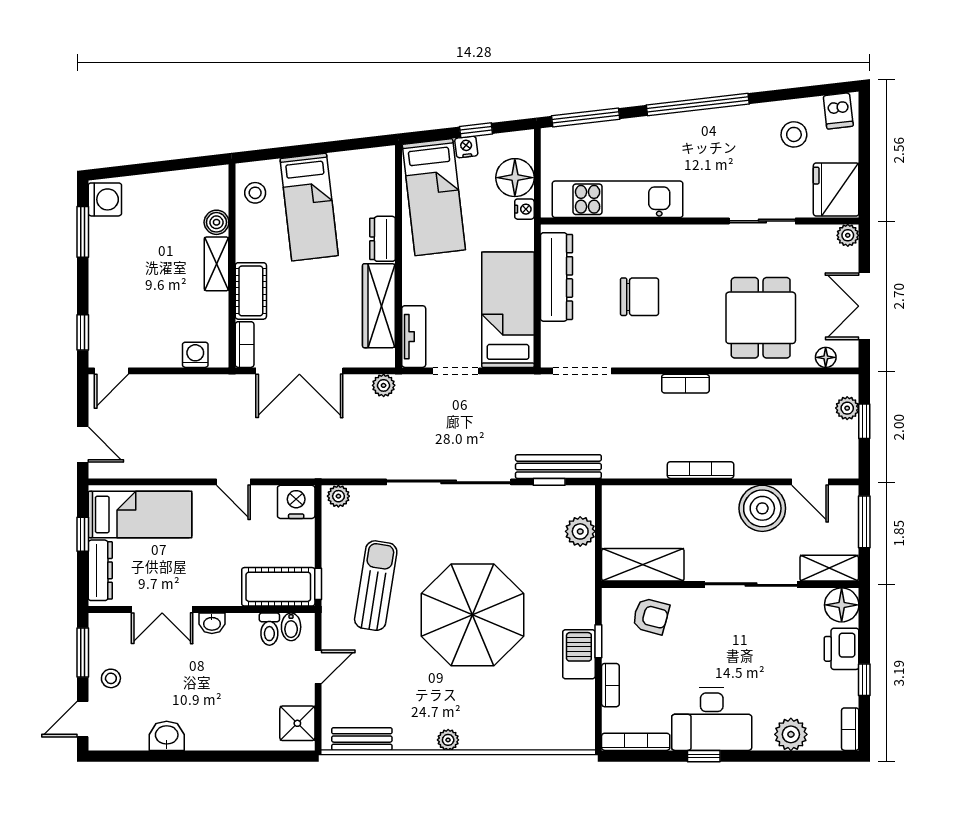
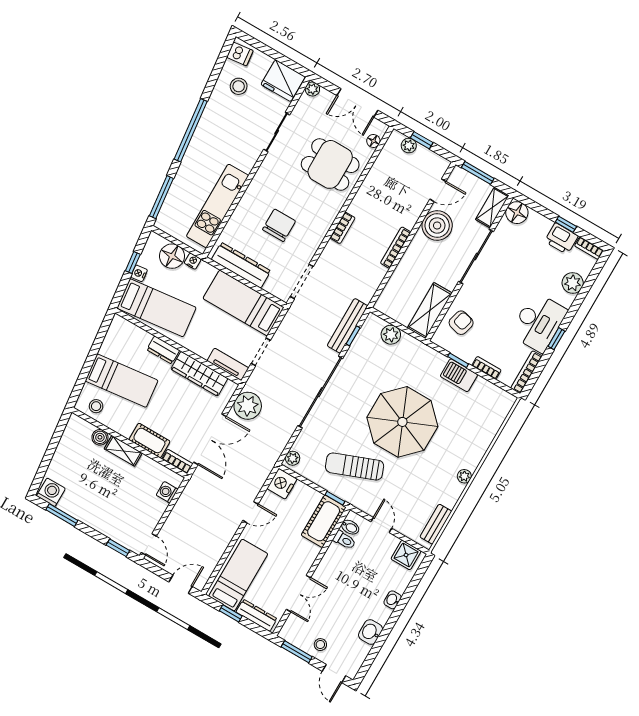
plant: (384, 385) -> (248, 406), width x1.88, depth x1.88
sun lounger: (376, 586) -> (355, 466), turned -30
washbasin: (212, 623) -> (393, 600), moved, turned 180
printer: (842, 649) -> (561, 239), moved

